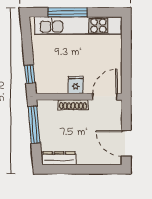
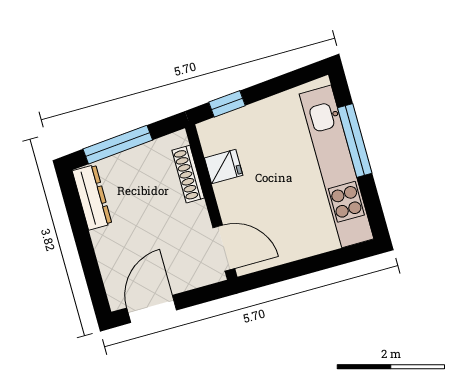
fridge: (76, 85) -> (224, 167), moved
shoe rack: (73, 105) -> (188, 174), moved
window: (34, 125) -> (118, 145), moved

